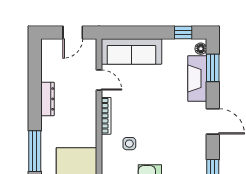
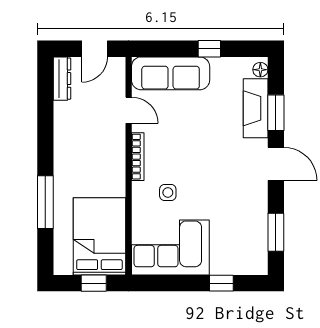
window: (183, 33) -> (209, 49), moved
window: (213, 68) -> (276, 113), moved
dresser: (48, 99) -> (62, 79), moved

